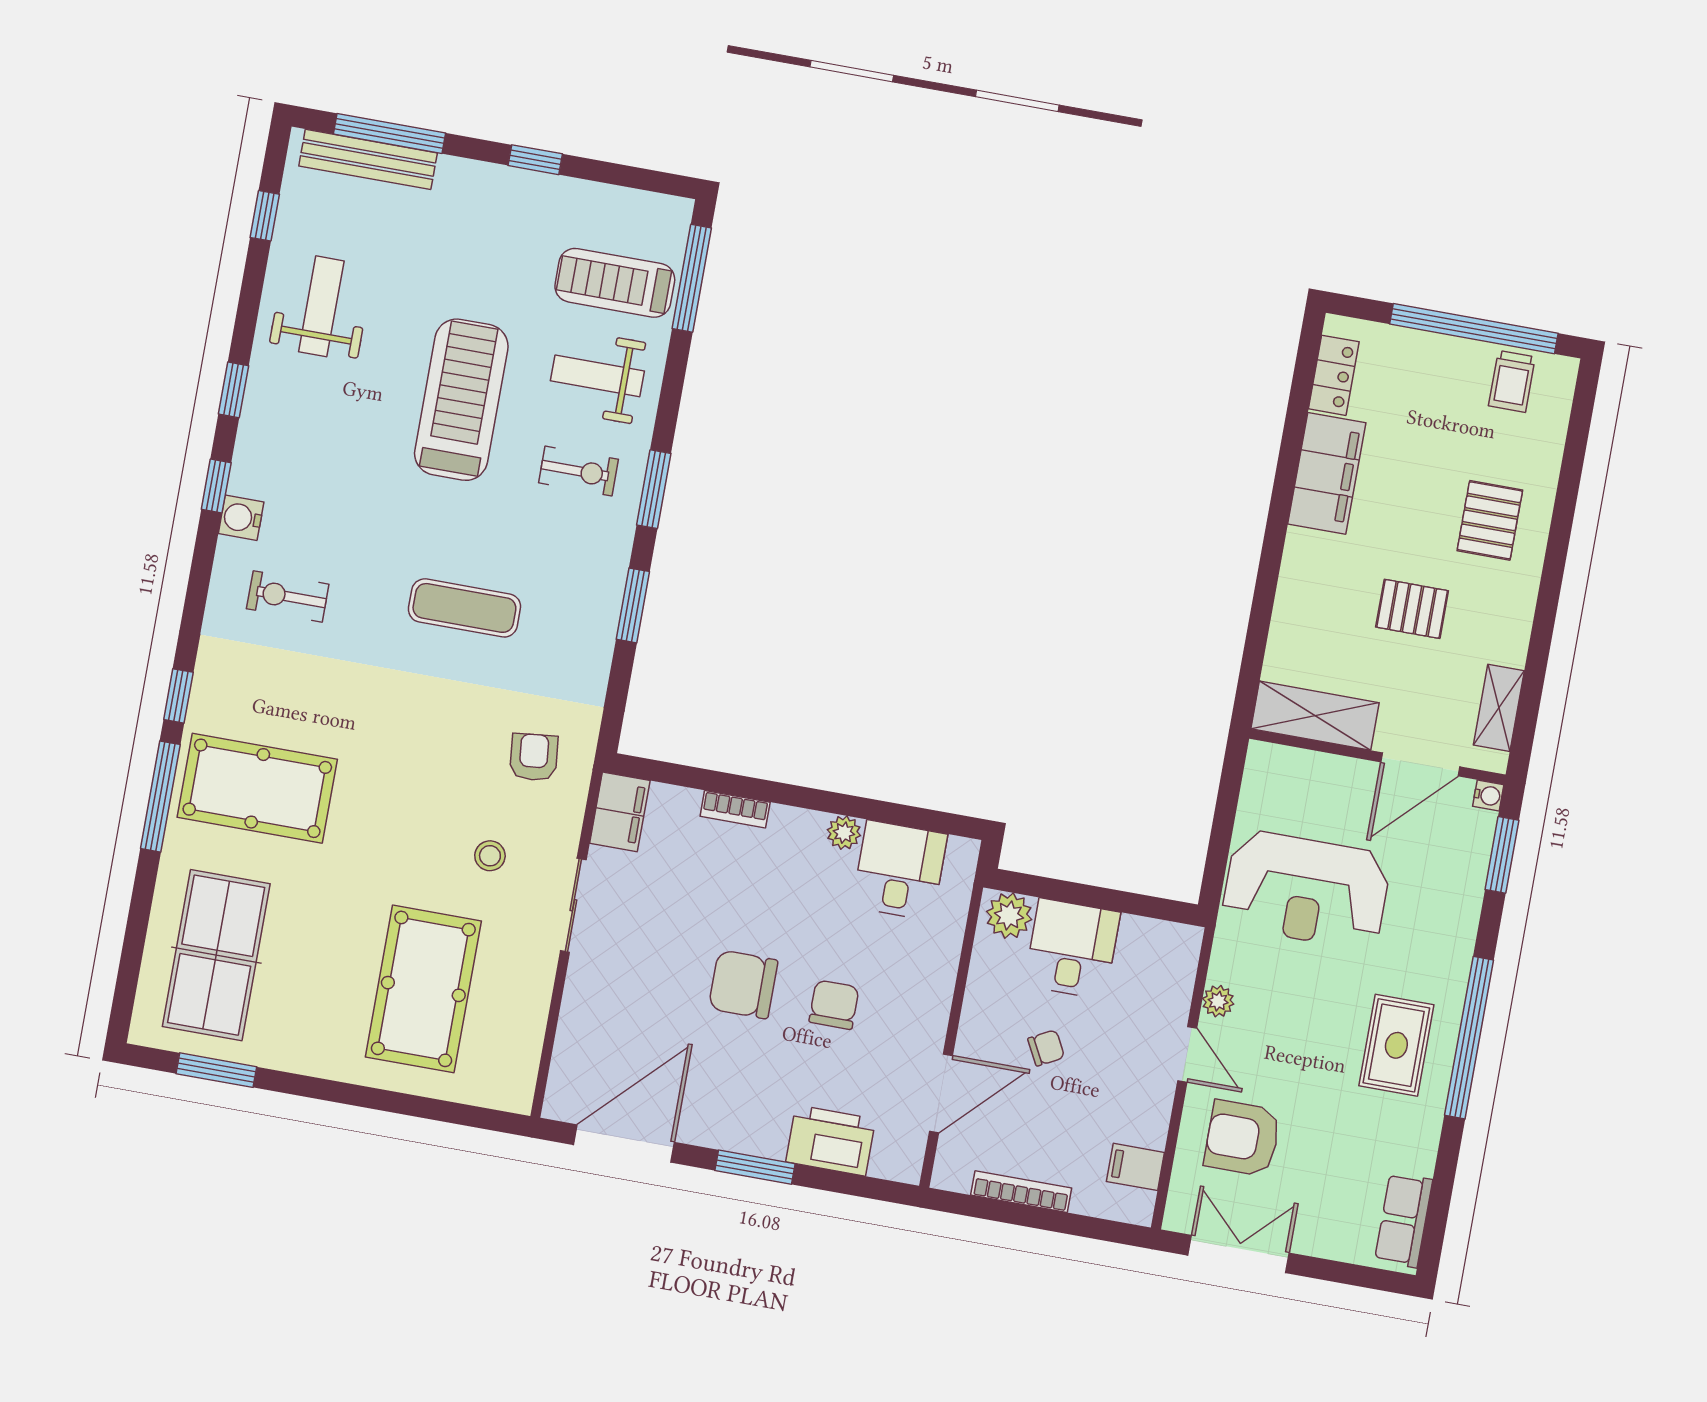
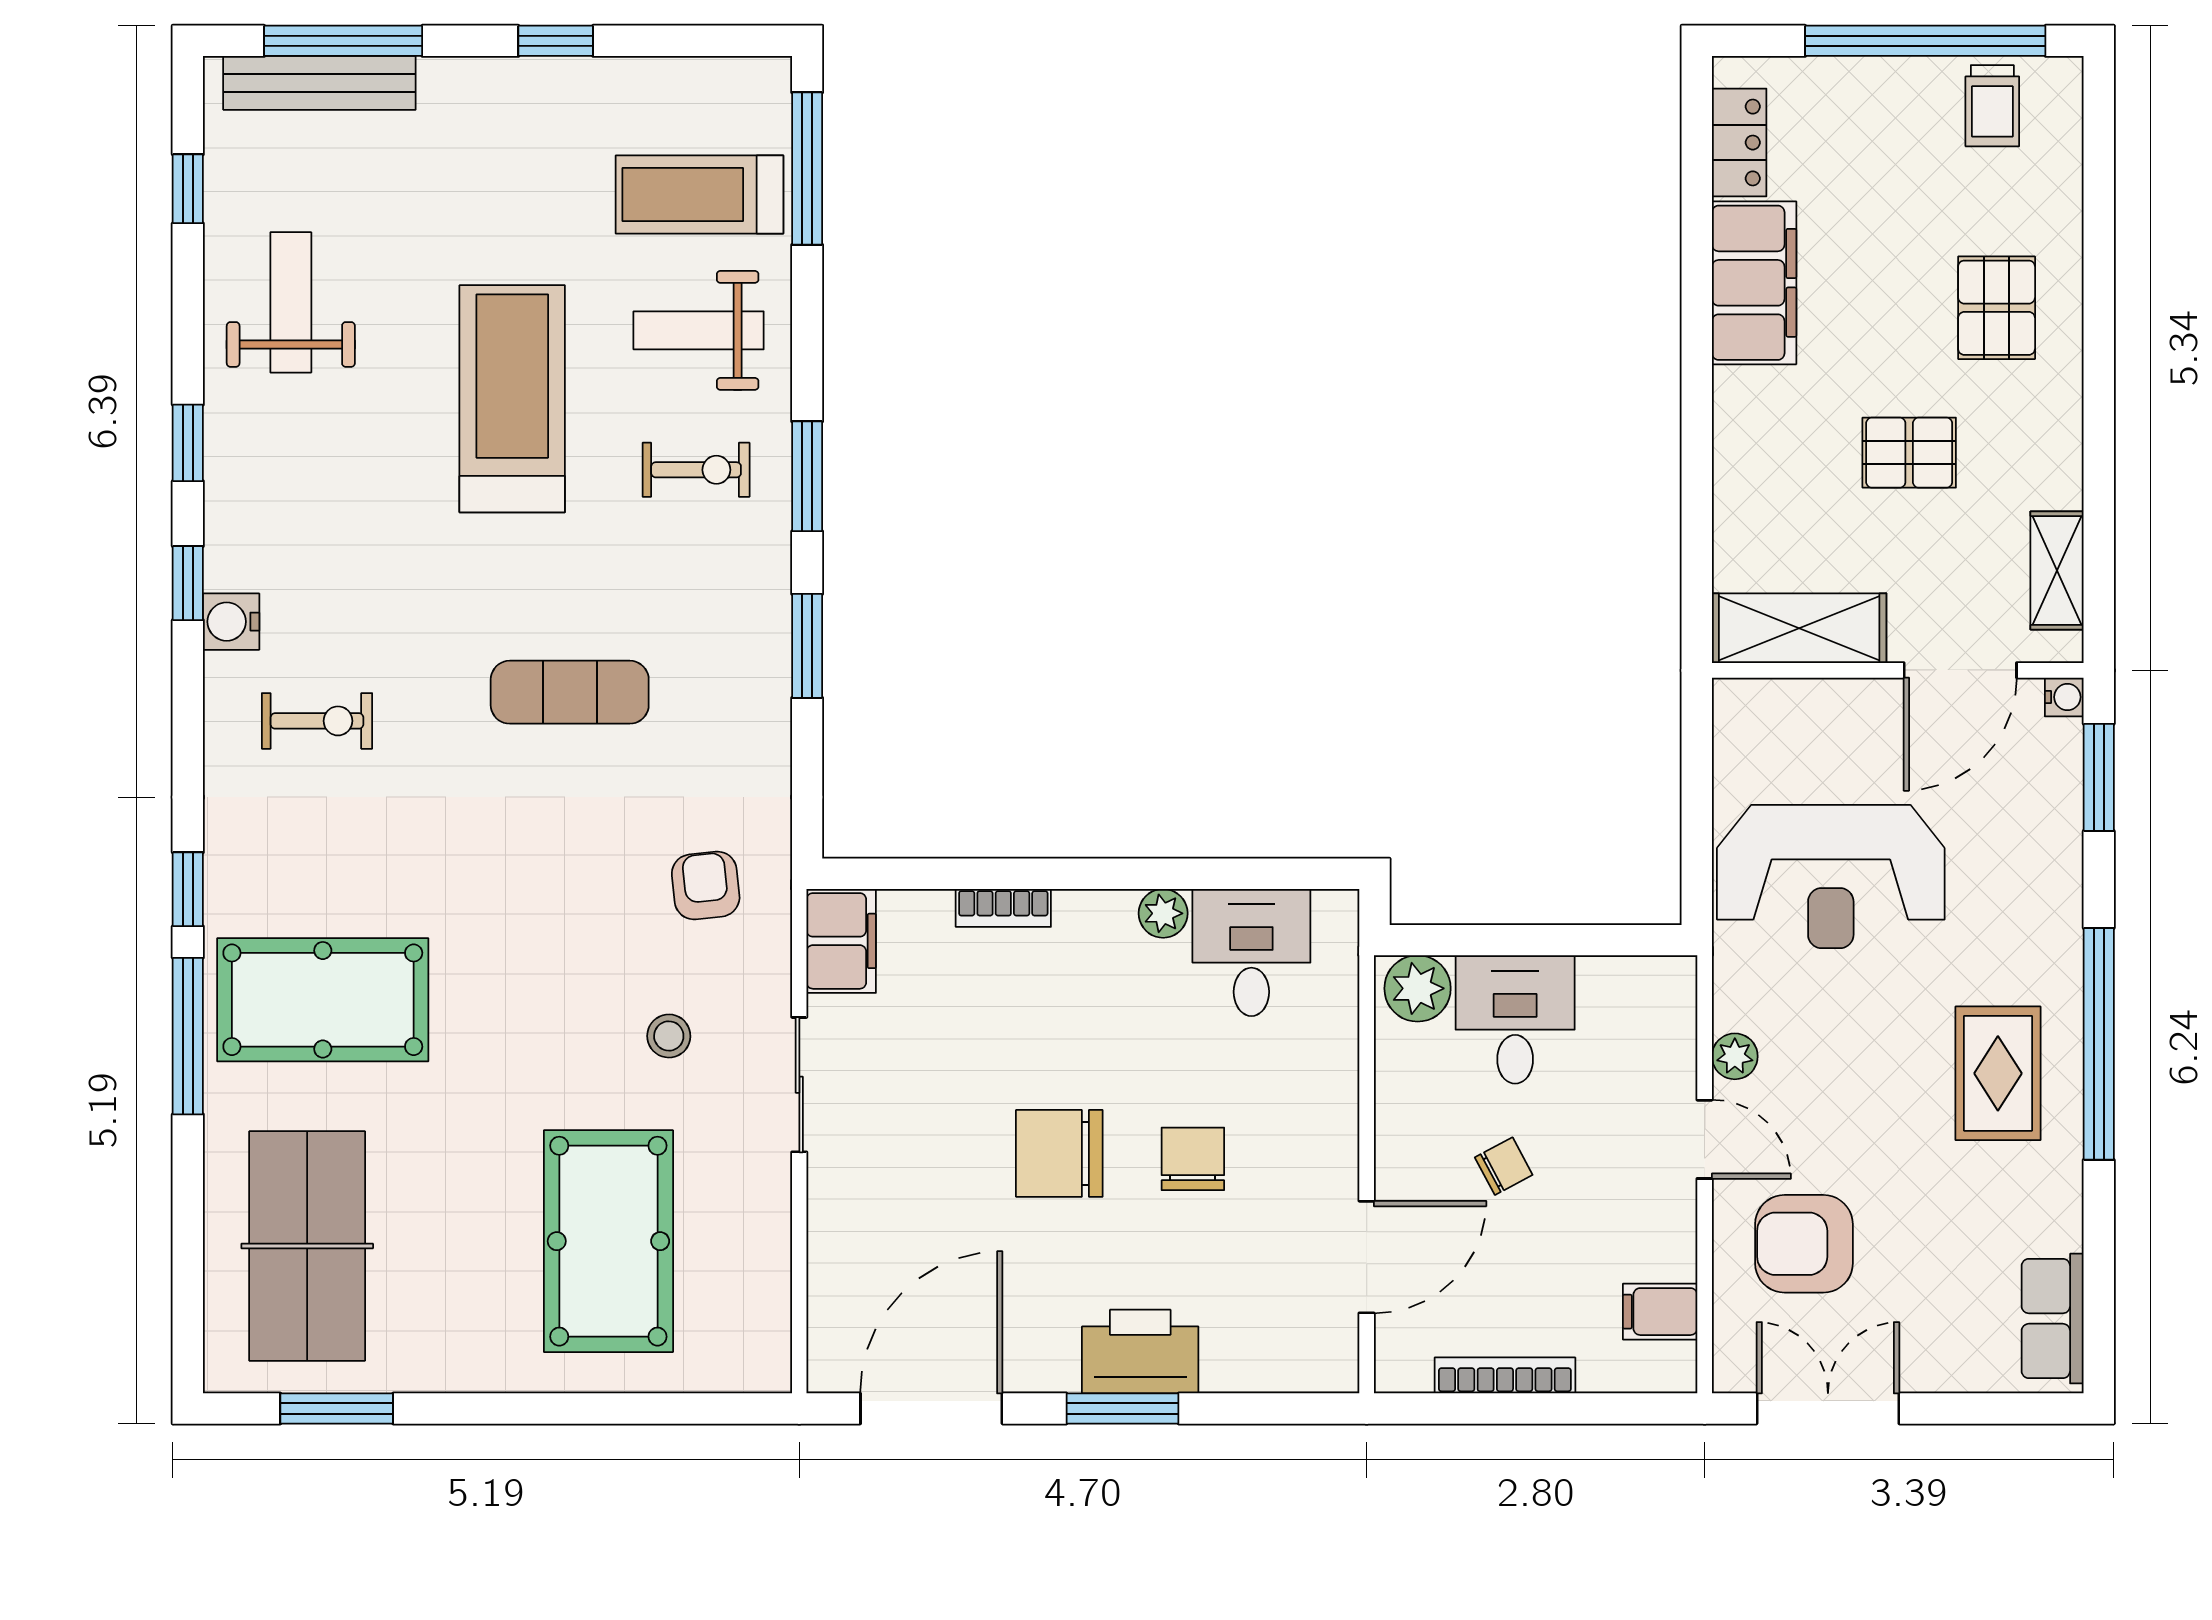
exercise bike: (288, 596) -> (317, 721), turned 180
printer: (831, 1140) -> (1140, 1352), moved

